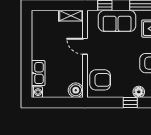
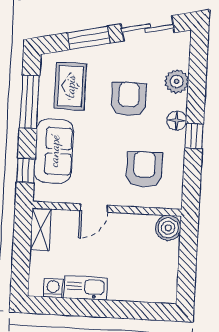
kitchen sink: (38, 73) -> (86, 288), moved
armchair: (100, 80) -> (144, 169), moved
washing machine: (37, 92) -> (53, 288), moved

